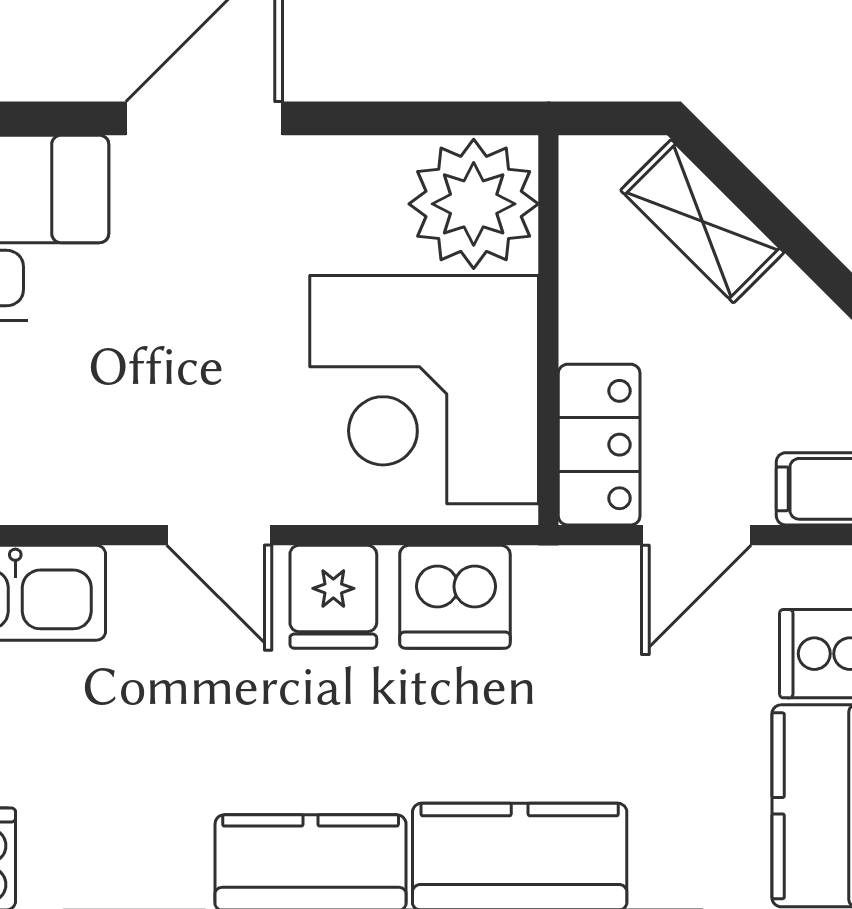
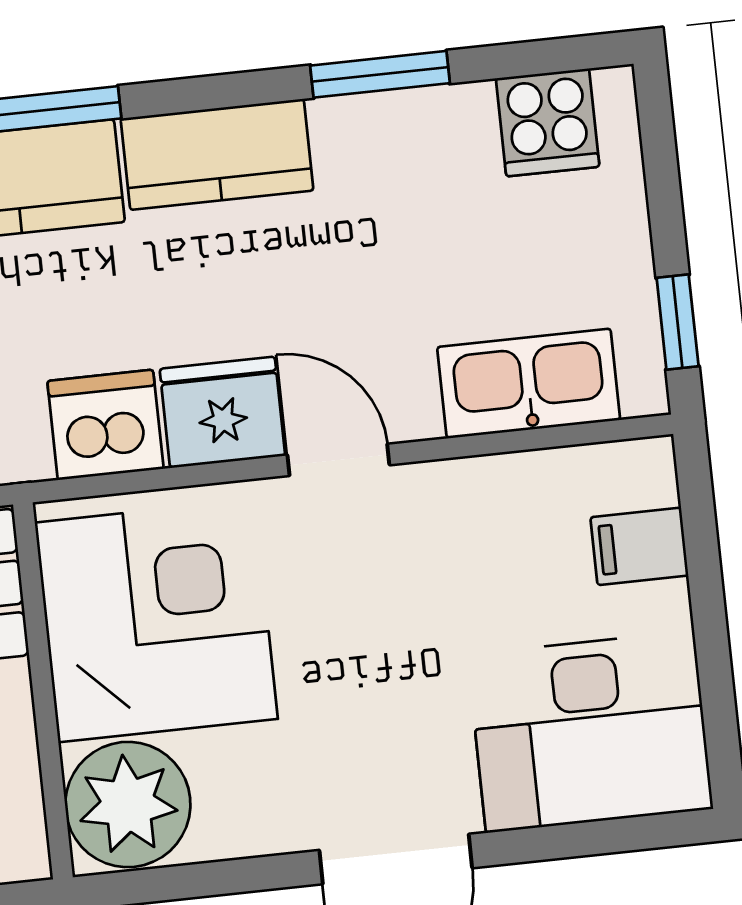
fridge: (333, 597) -> (222, 412), width x1.38

